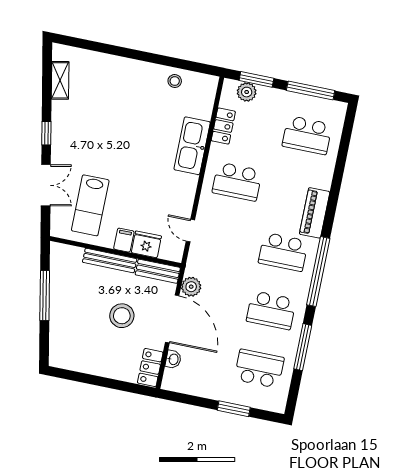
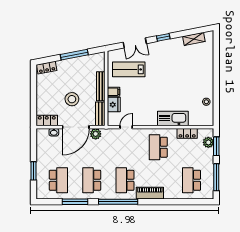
locker: (57, 349) -> (47, 68), added

